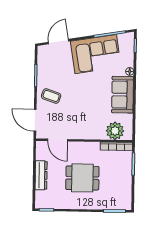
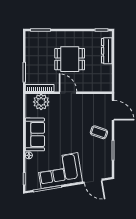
door: (58, 42) -> (93, 181), hinge flipped
door: (58, 140) -> (68, 93), moved
dresser: (41, 175) -> (107, 51), moved

